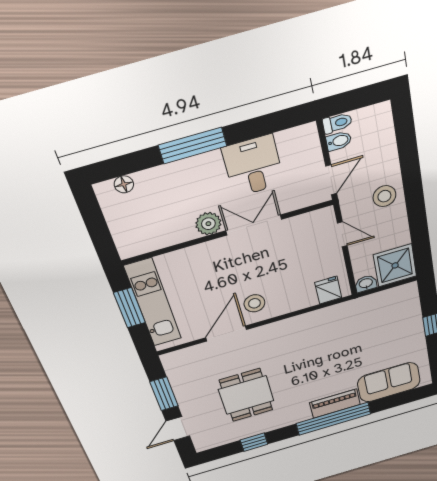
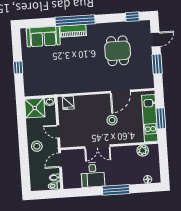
plant: (208, 224) -> (143, 151), moved
stool: (254, 303) -> (112, 120), moved
window: (254, 442) -> (132, 17), moved

